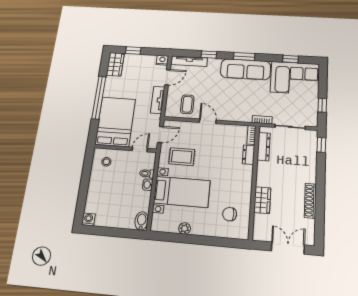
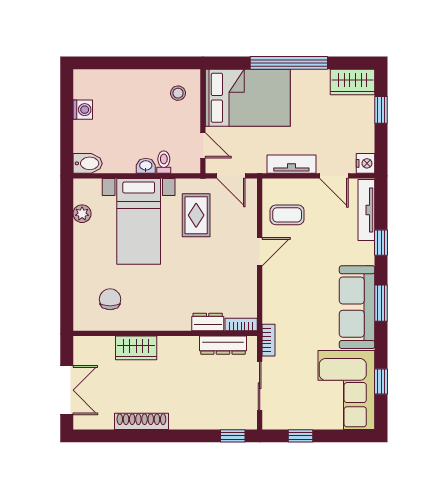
washing machine: (88, 219) -> (83, 110), moved
plant: (185, 228) -> (82, 214), moved

